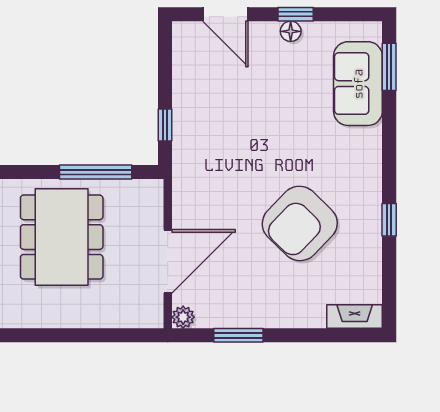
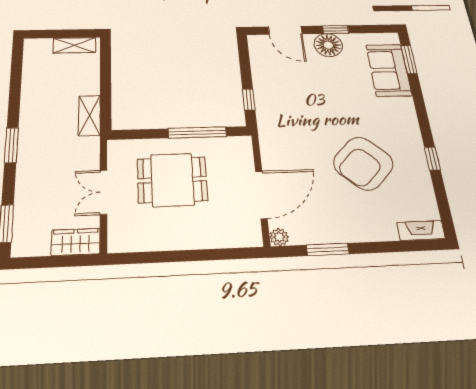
floor lamp: (291, 31) -> (328, 45), width x1.89, depth x1.89
dining table: (62, 237) -> (172, 180), width x0.73

